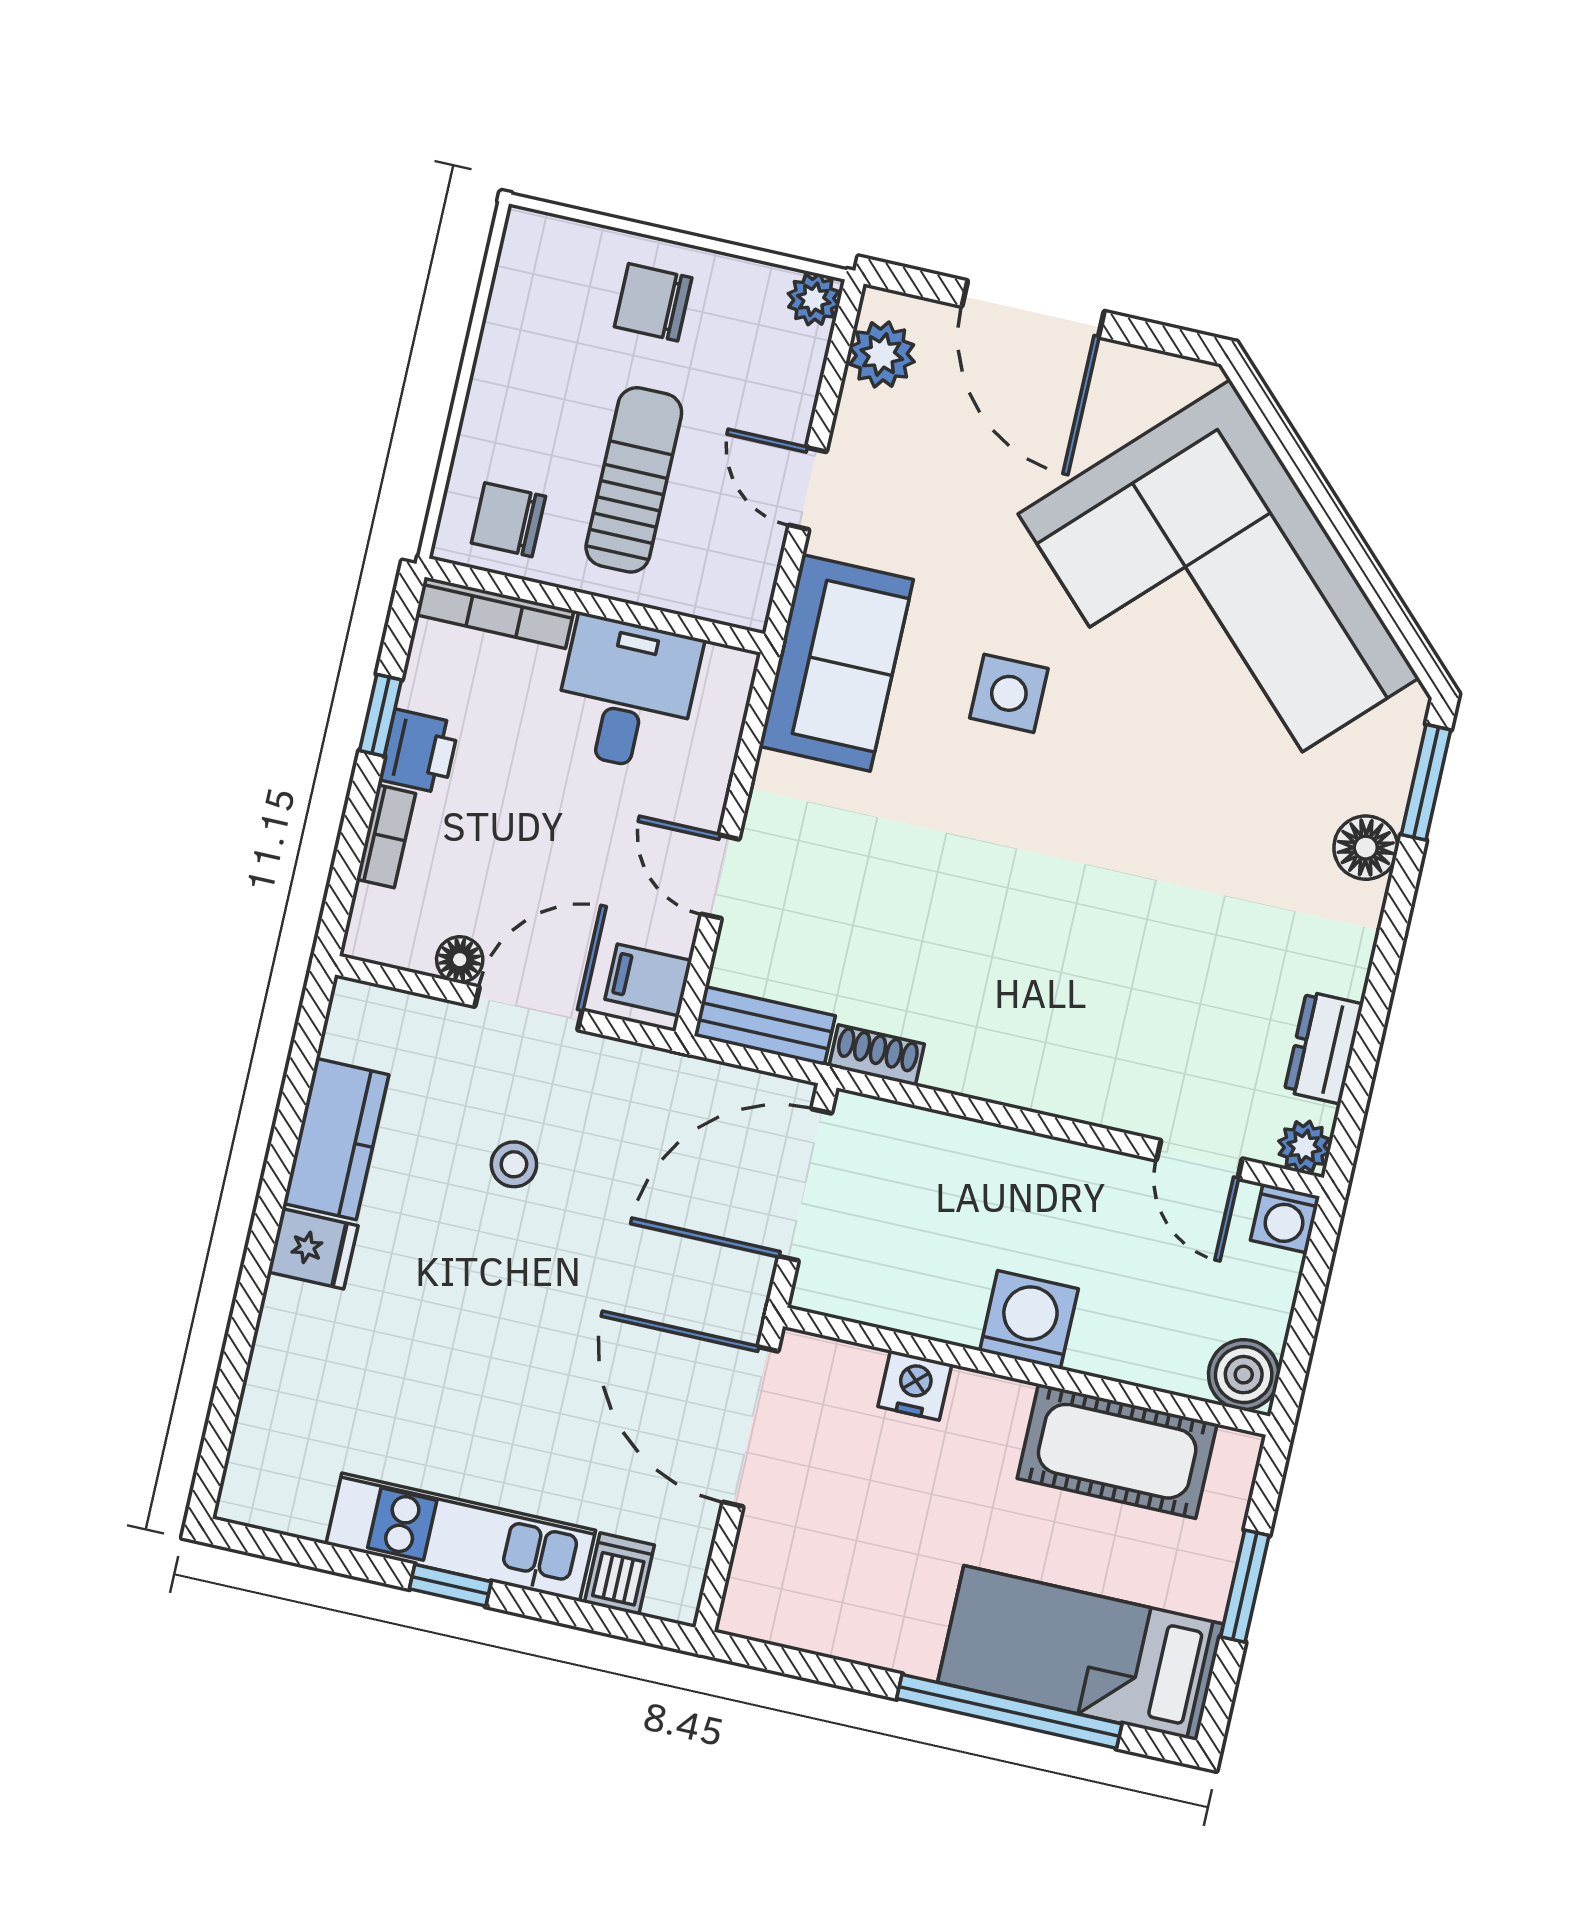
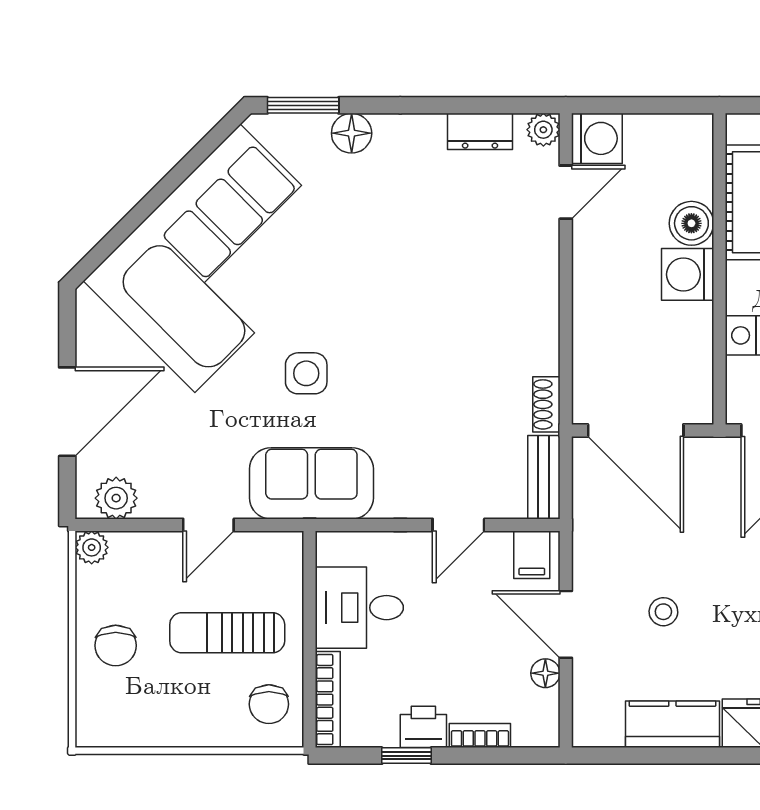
washing machine: (1285, 1218) -> (597, 138), width x1.38, depth x1.38
boiler: (1244, 1375) -> (691, 223), moved

